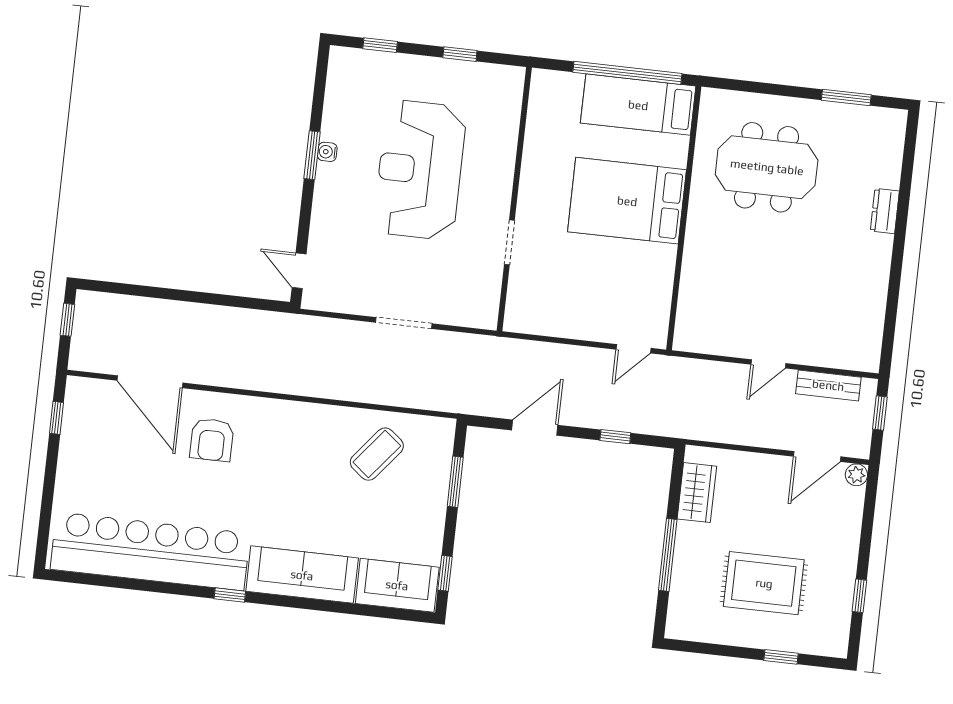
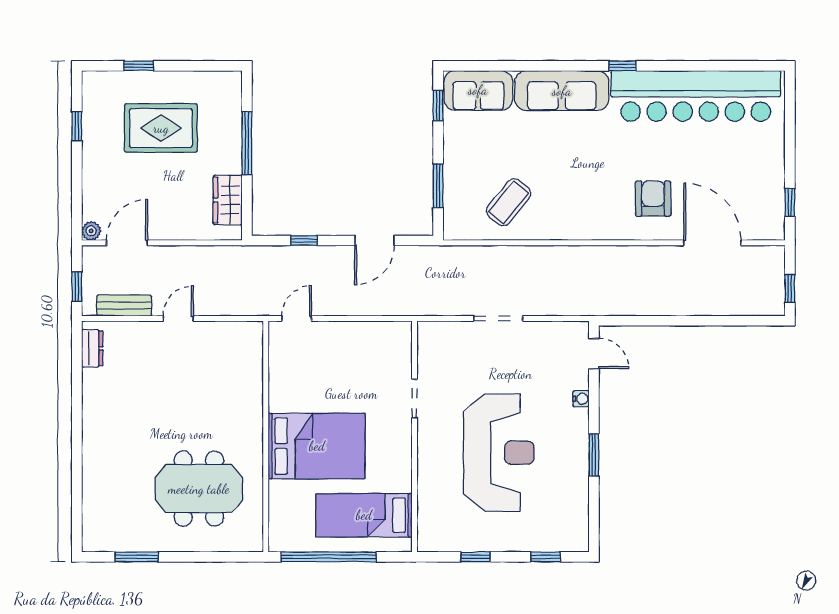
bed: (638, 105) -> (364, 515), moved, turned 180
water cooler: (327, 152) -> (581, 399), moved
dresser: (885, 211) -> (92, 348), moved

